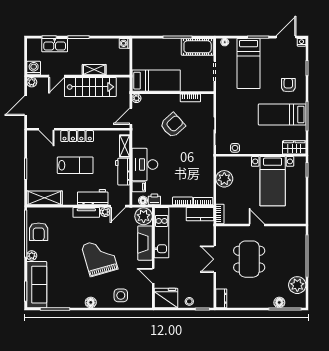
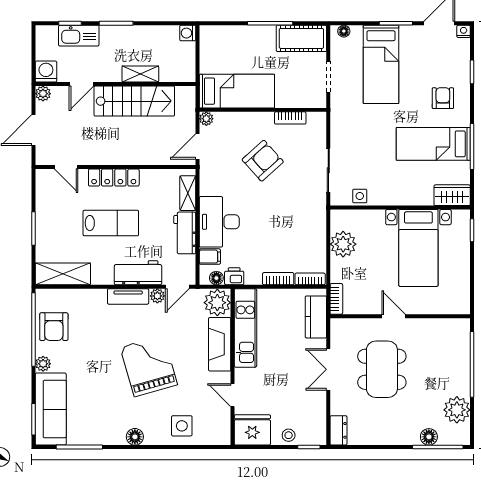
kitchen counter: (200, 214) -> (316, 317), moved, turned 90

